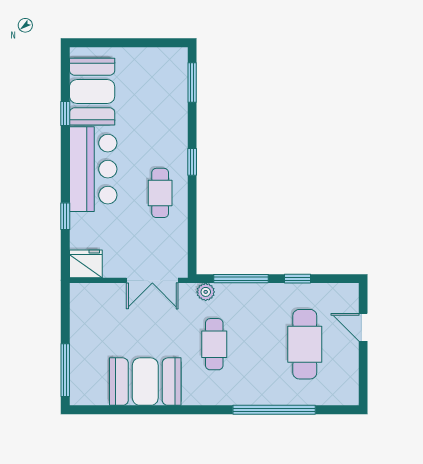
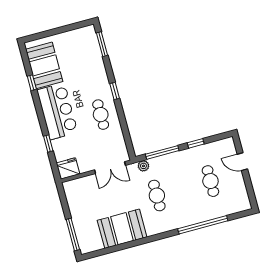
cafe table: (305, 344) -> (210, 181), width x0.73, depth x0.74

